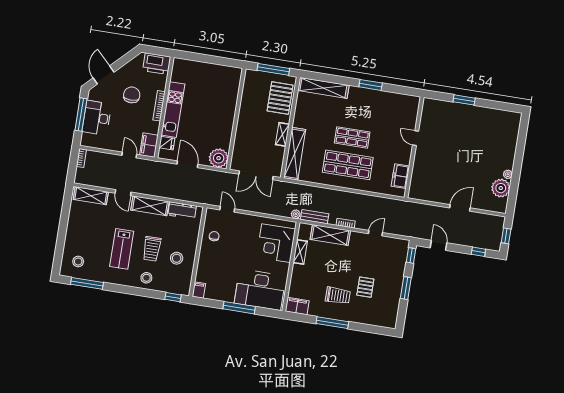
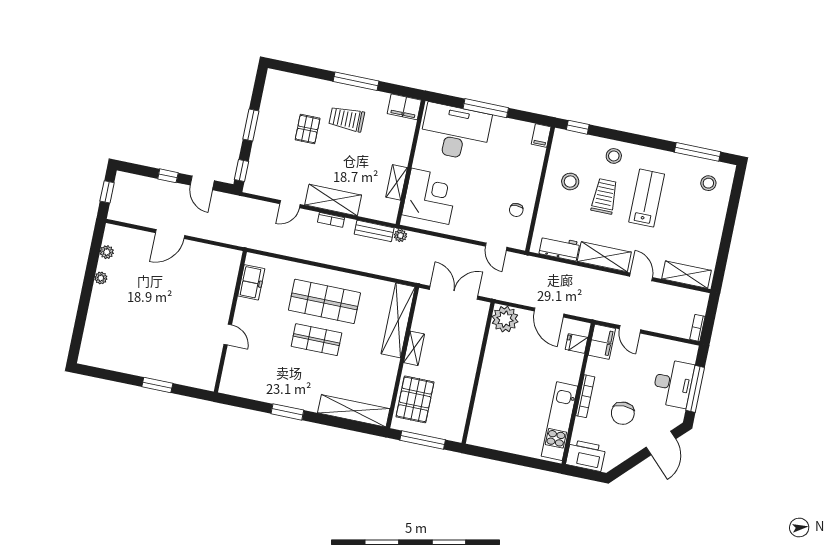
kitchen unit: (173, 110) -> (559, 421), moved
plant: (501, 188) -> (107, 252), width x0.53, depth x0.53
shelving: (330, 235) -> (333, 200), moved
window: (478, 252) -> (168, 176), moved

